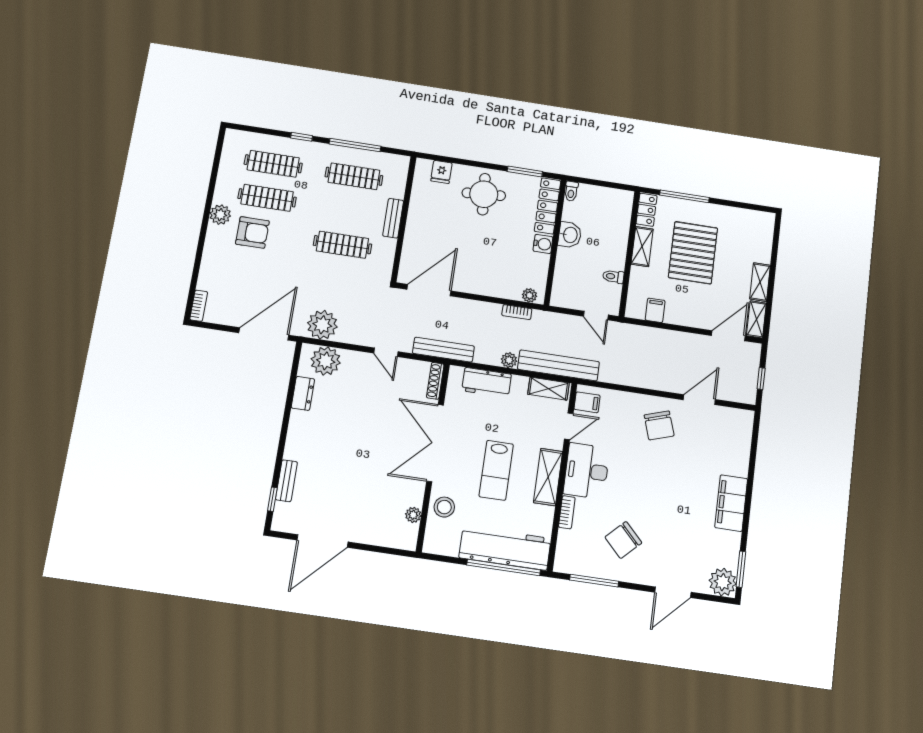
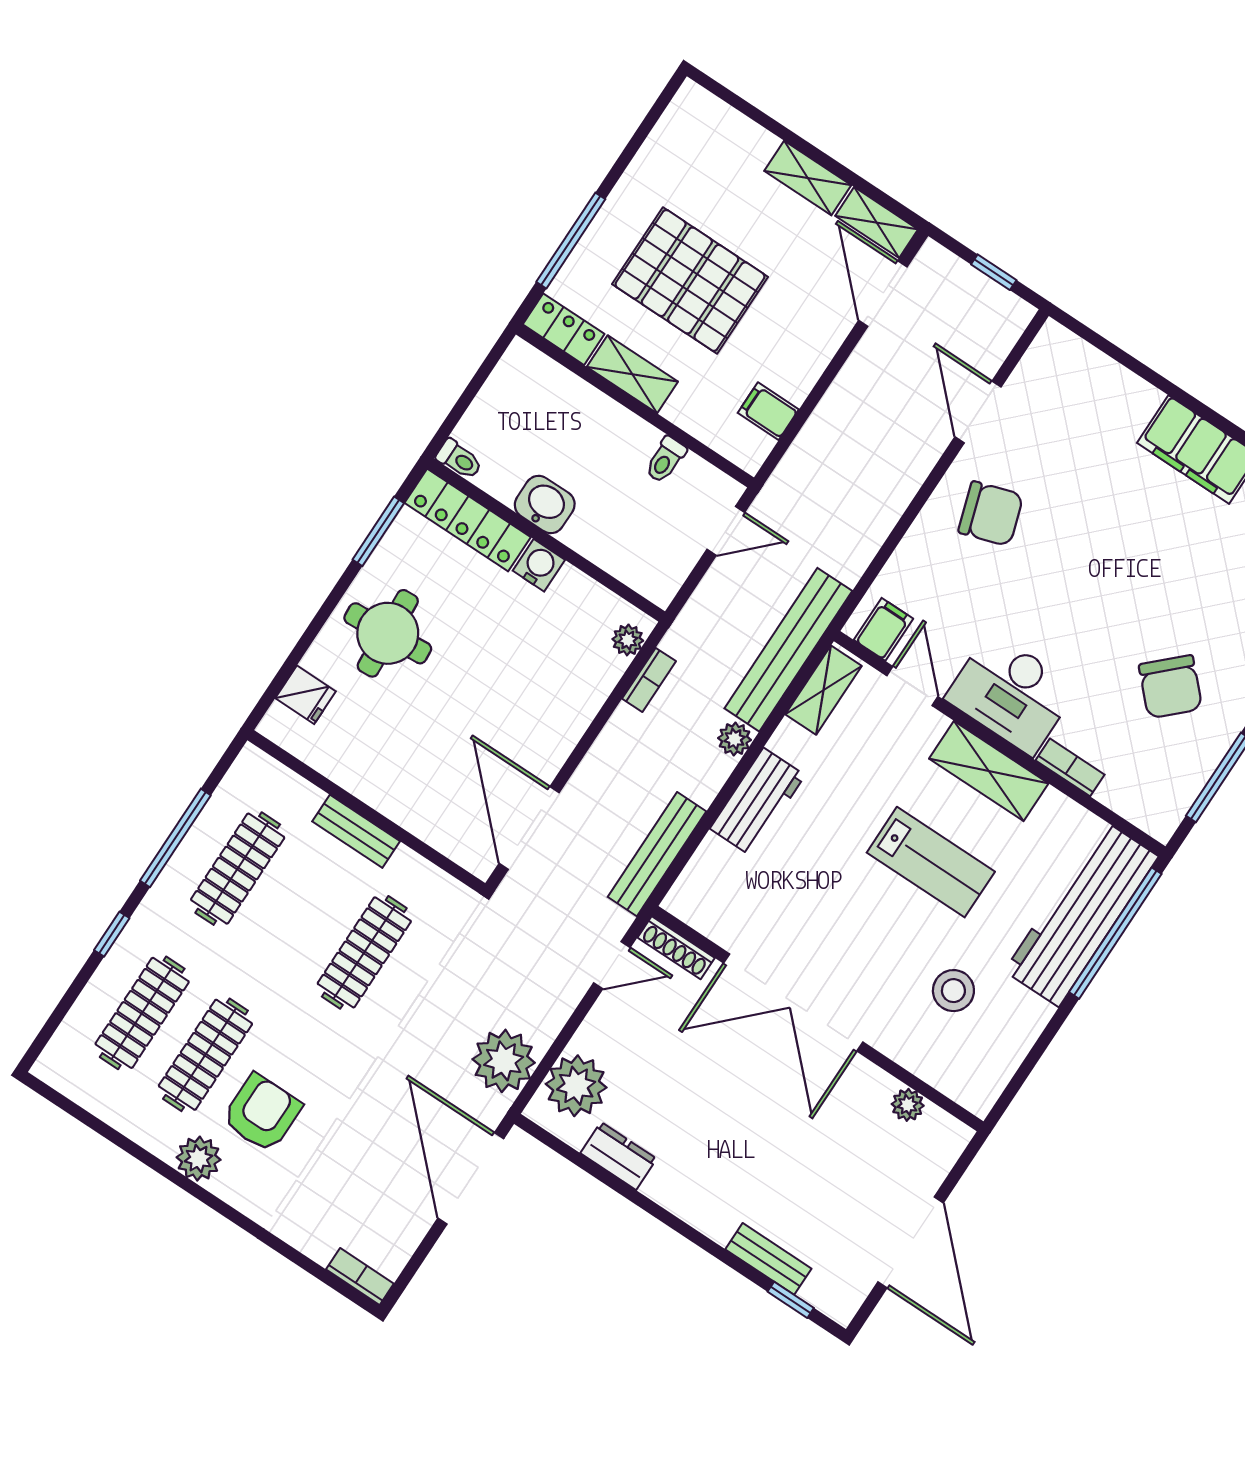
shoe rack: (435, 381) -> (676, 948), moved
double door: (435, 443) -> (793, 1003), moved
wall: (433, 457) -> (818, 1019), moved
plant: (413, 515) -> (908, 1105), moved

